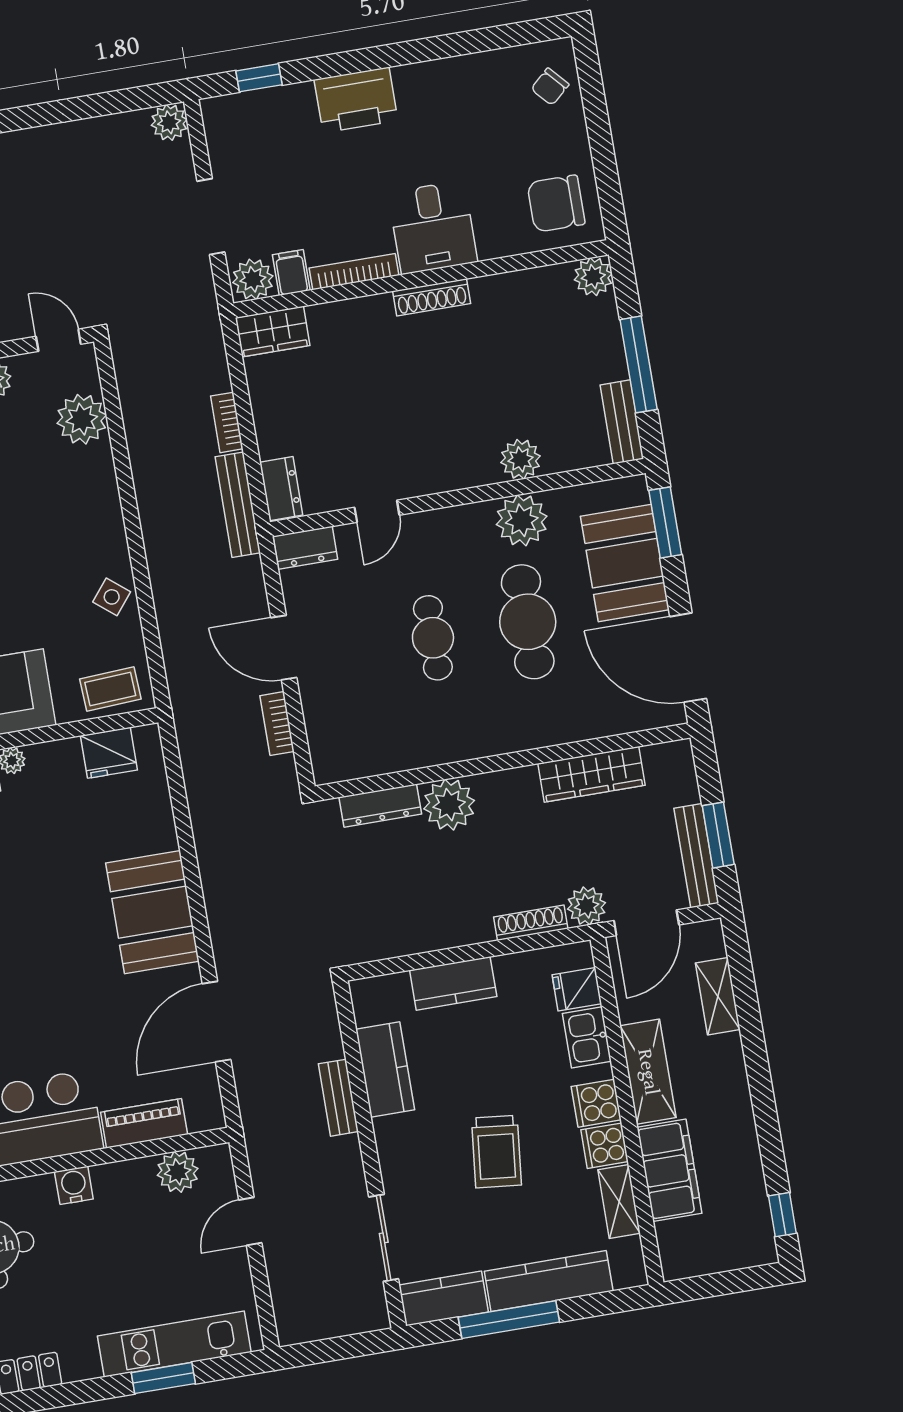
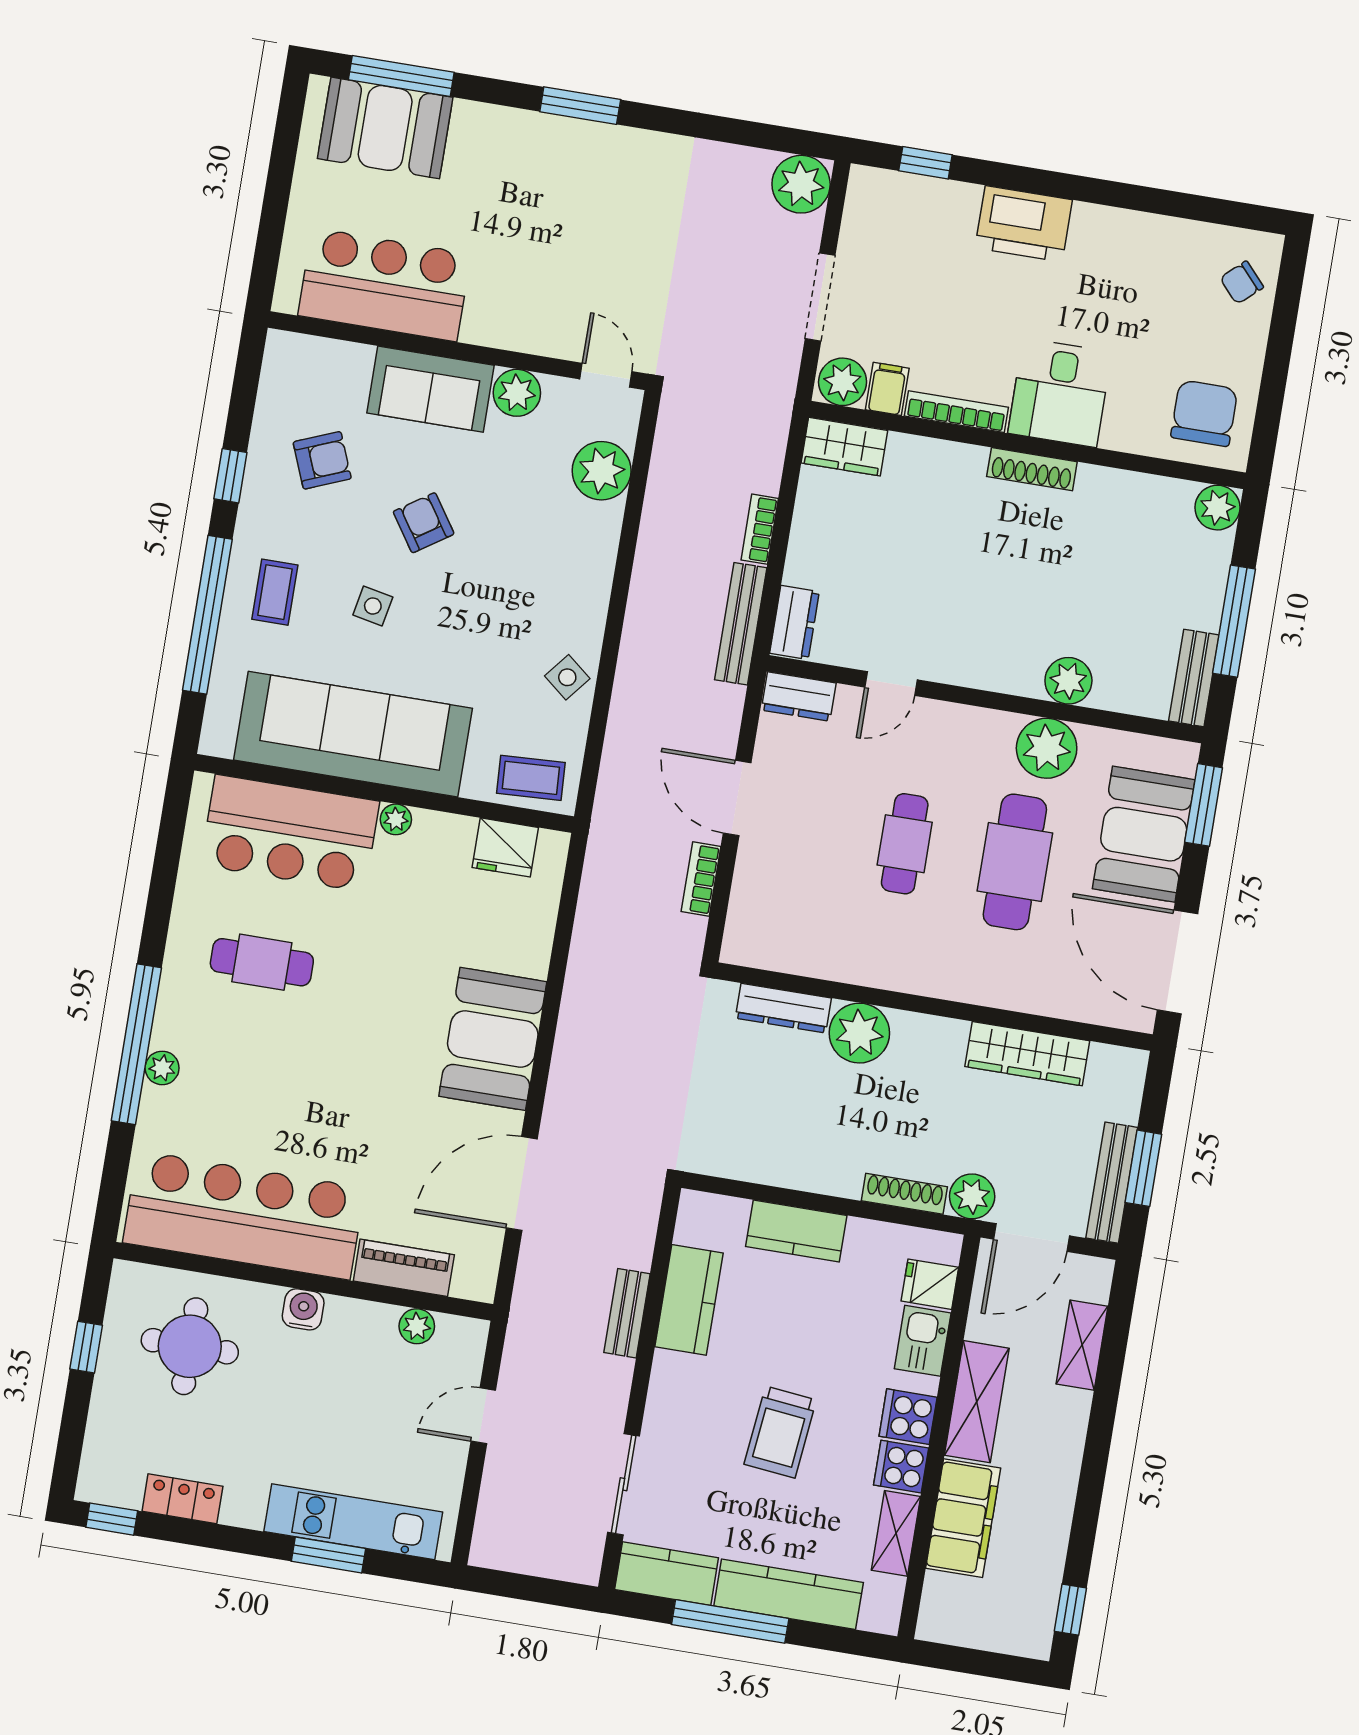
plant: (169, 122) -> (801, 184), width x1.36, depth x1.36
chair: (556, 204) -> (1204, 413), turned 90
plant: (178, 1172) -> (417, 1326), width x0.73, depth x0.73

